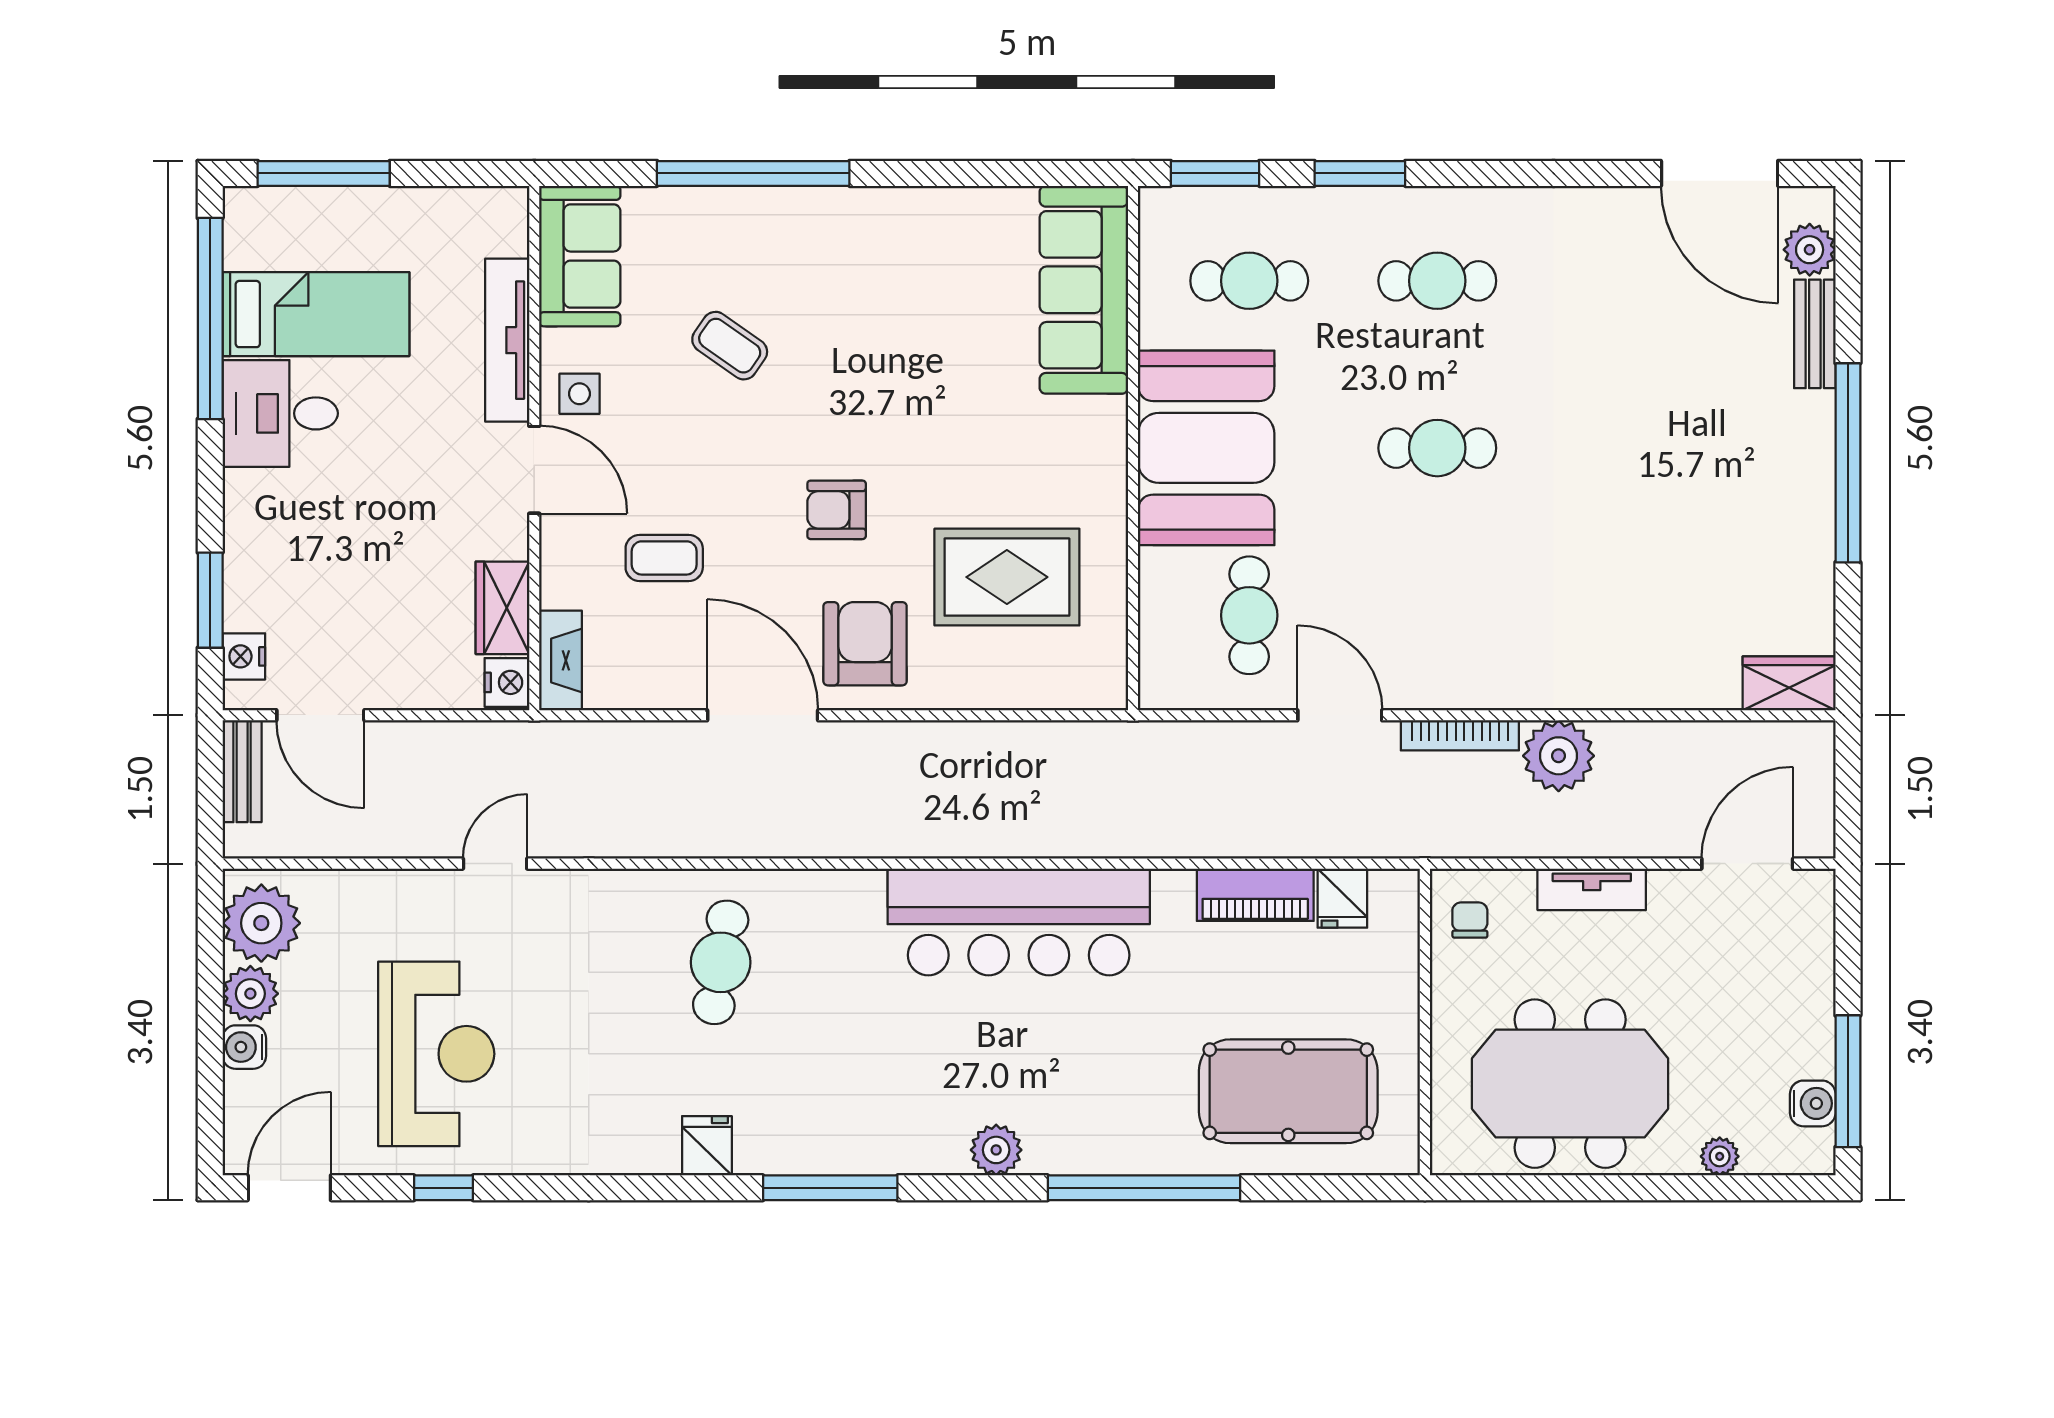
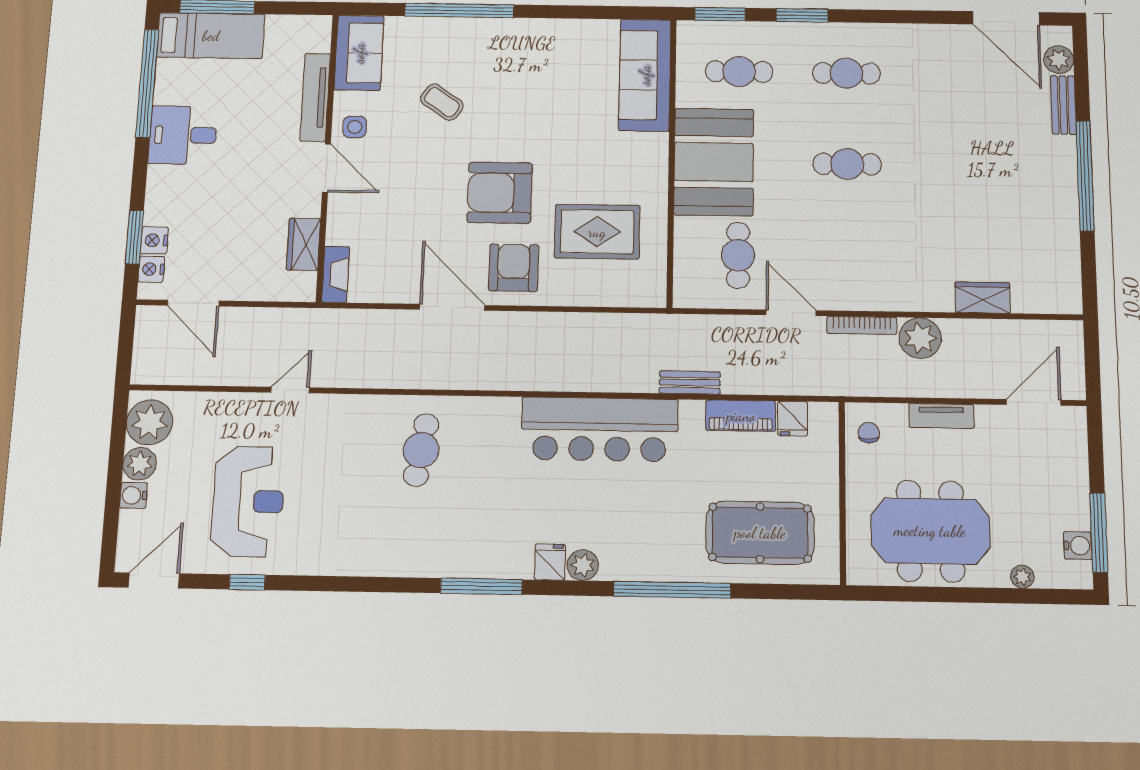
bed: (316, 314) -> (211, 36), moved
armchair: (837, 510) -> (500, 193), width x1.88, depth x1.88
coffee table: (664, 558) -> (399, 218), removed
nightstand: (507, 682) -> (154, 240), moved, turned 180
wardrobe: (1789, 683) -> (983, 298), moved
bench: (242, 771) -> (690, 382), moved, turned 90
fridge: (707, 1146) -> (550, 562), moved

